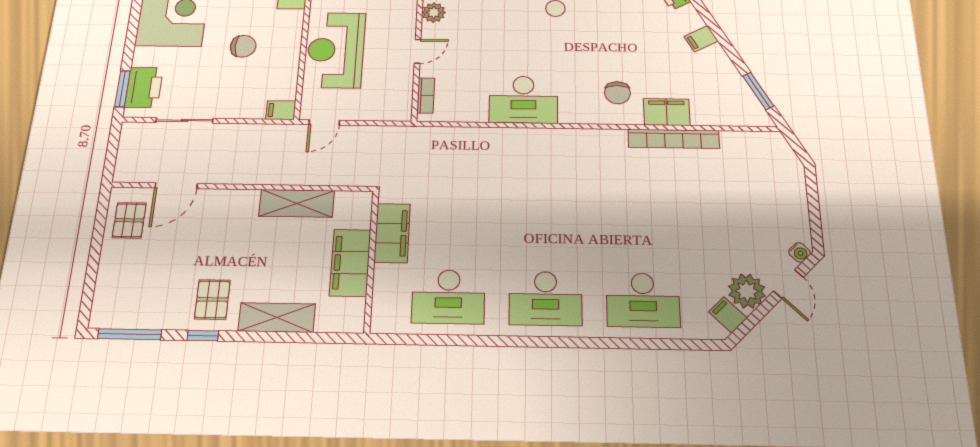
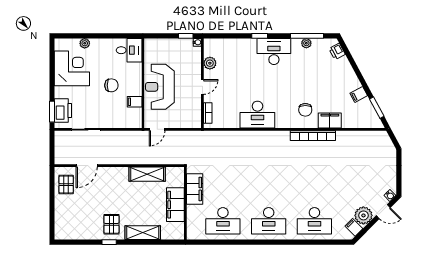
filing cabinet: (701, 39) -> (359, 94), moved
filing cabinet: (281, 110) -> (135, 102), moved
bookcase: (674, 139) -> (313, 136), moved
door: (788, 284) -> (383, 212), hinge flipped
window: (130, 334) -> (75, 242), removed

